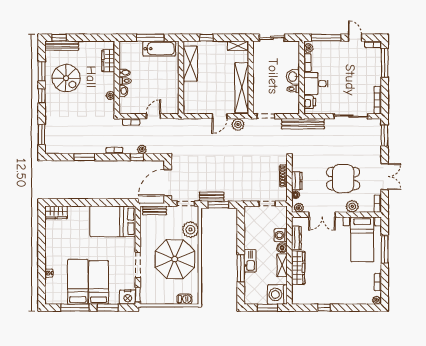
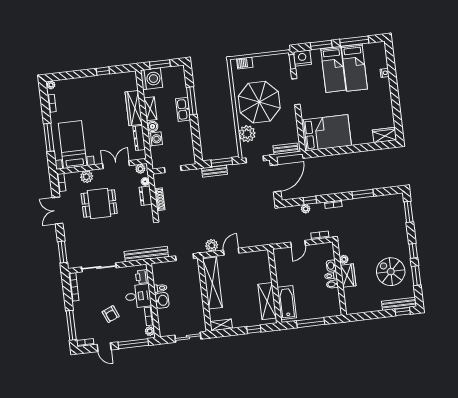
bathtub: (159, 49) -> (287, 303), moved, turned 90
wardrobe: (108, 61) -> (348, 275), moved
armchair: (345, 69) -> (111, 314), added
bench: (212, 197) -> (215, 171), moved

